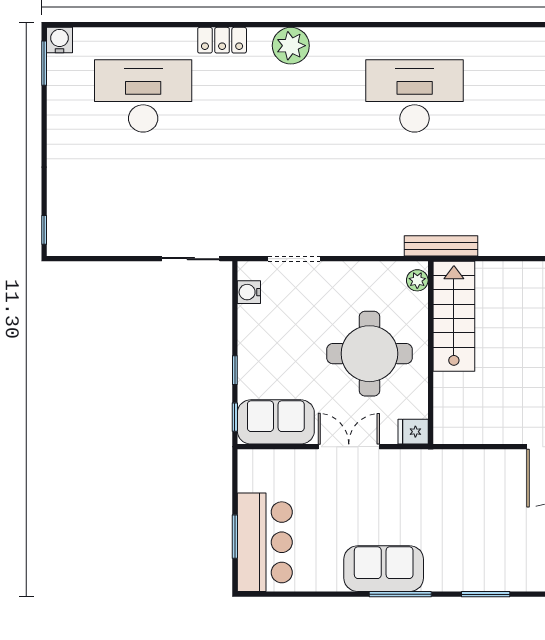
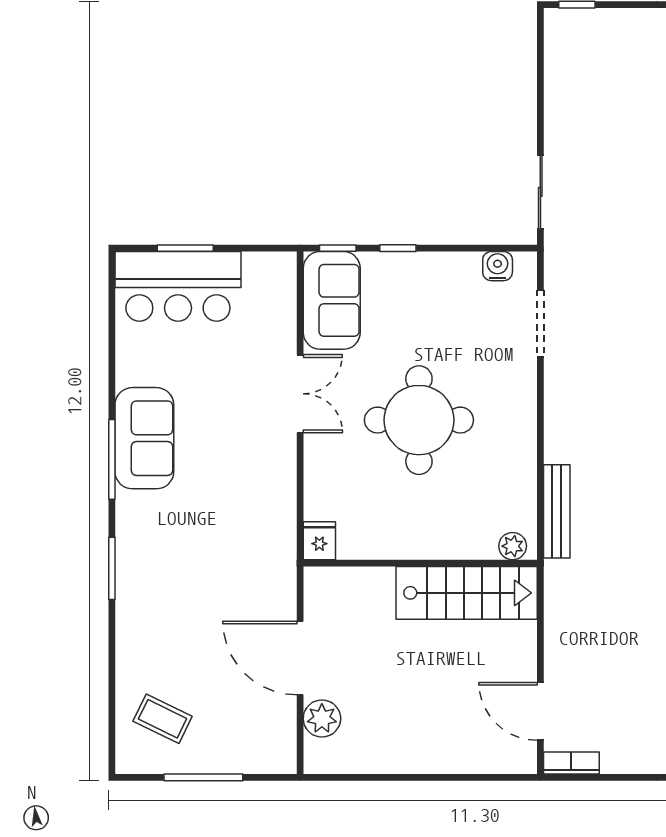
plant: (417, 280) -> (513, 546), moved
stairs: (454, 316) -> (467, 593), moved
wall: (431, 353) -> (420, 563), moved
fridge: (413, 432) -> (319, 541), moved

